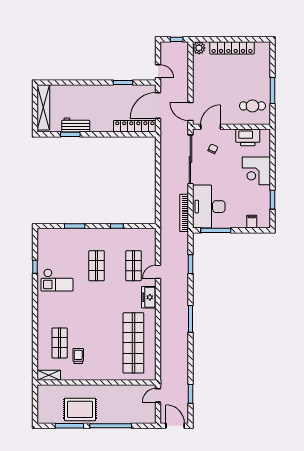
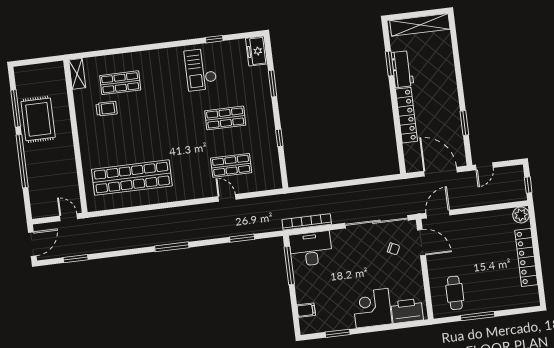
locker: (135, 126) -> (407, 115), moved
printer: (248, 137) -> (407, 311), moved, turned 90
desk: (209, 207) -> (311, 249), width x0.73, depth x0.77
freezer: (149, 297) -> (257, 51), moved, turned -90

